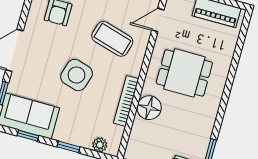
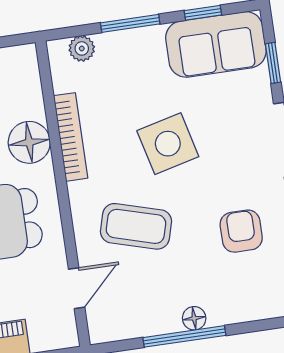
side table: (77, 75) -> (168, 144), turned -31
window: (69, 147) -> (130, 23), width x1.50

